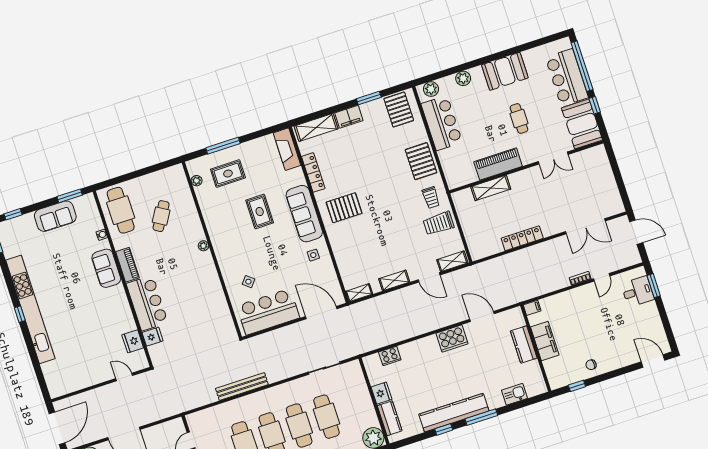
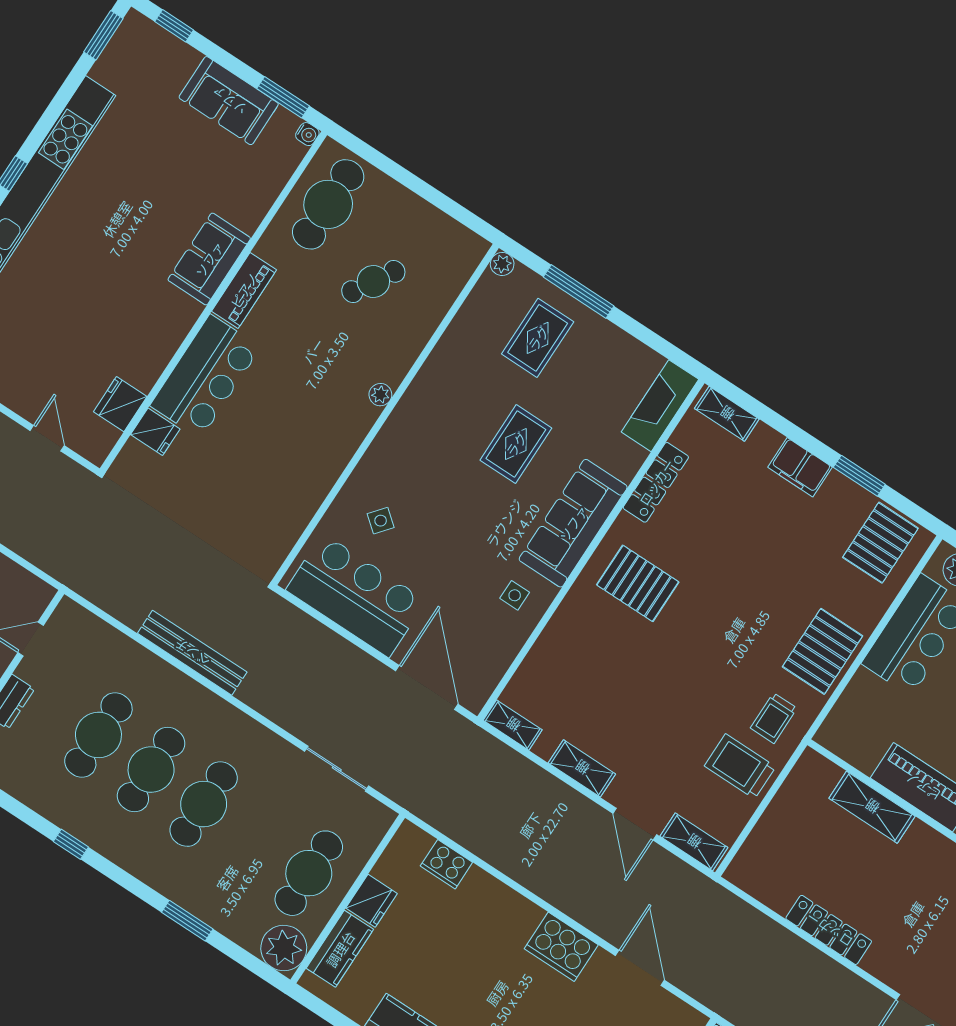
shelving: (316, 127) -> (727, 414), width x0.67, depth x0.75
rug: (228, 174) -> (538, 338), turned 90
plant: (197, 181) -> (502, 264), moved
water cooler: (102, 235) -> (307, 134), moved
cafe table: (326, 417) -> (309, 873), moved

